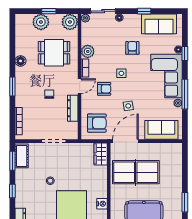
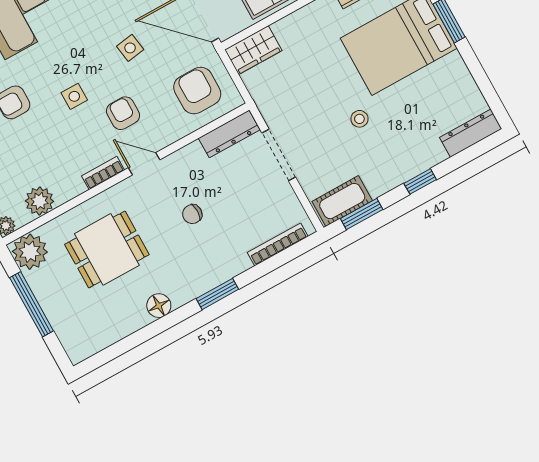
window: (49, 11) -> (32, 304), width x2.17
plant: (41, 22) -> (61, 308), removed
plant: (88, 51) -> (40, 201), moved
dining table: (54, 53) -> (107, 249), turned 90
dresser: (73, 108) -> (229, 134), moved

